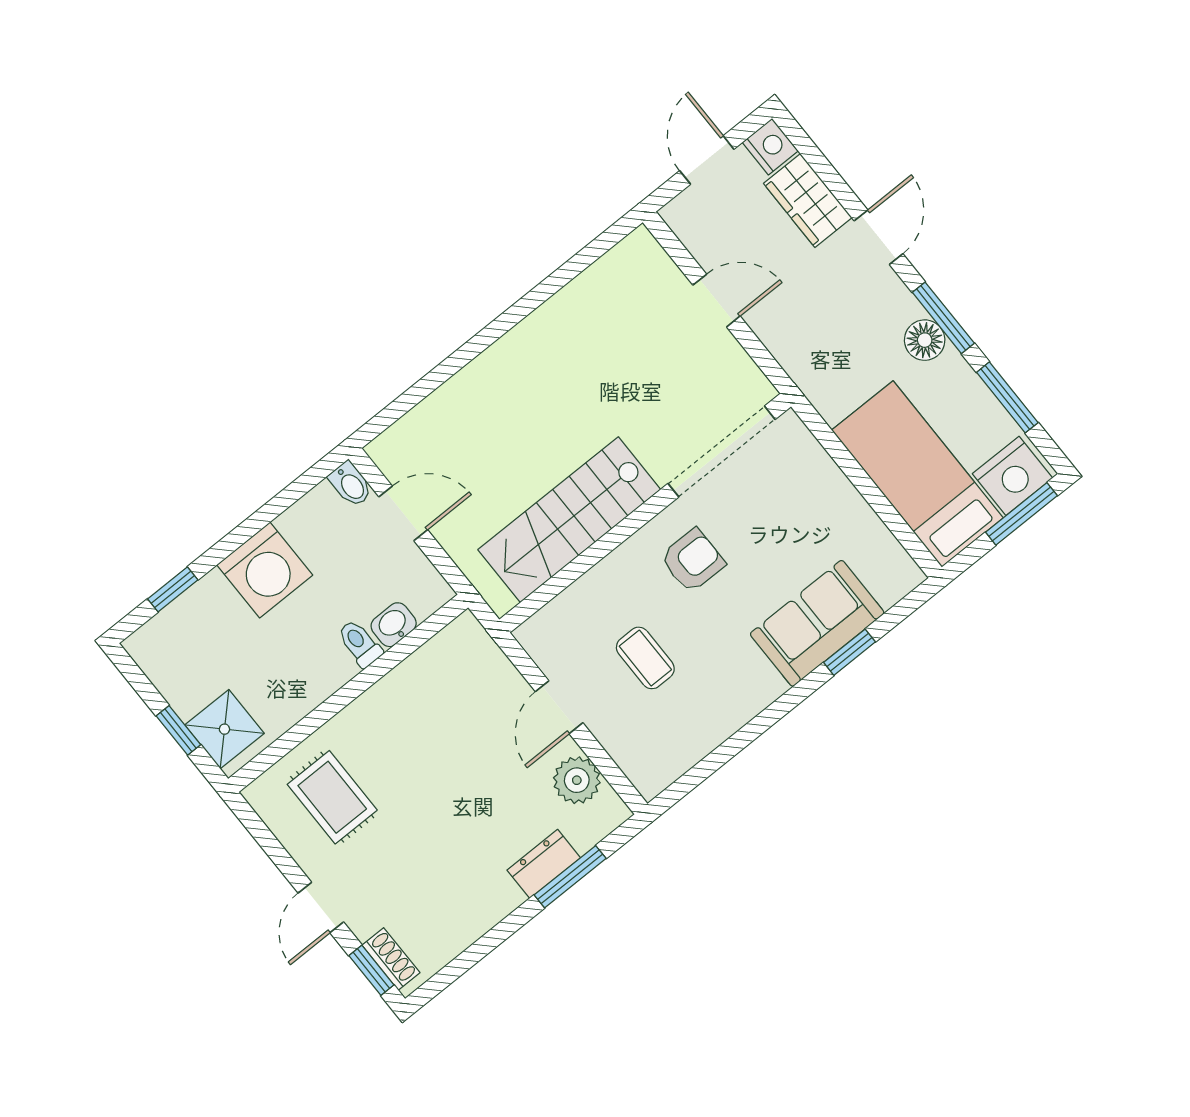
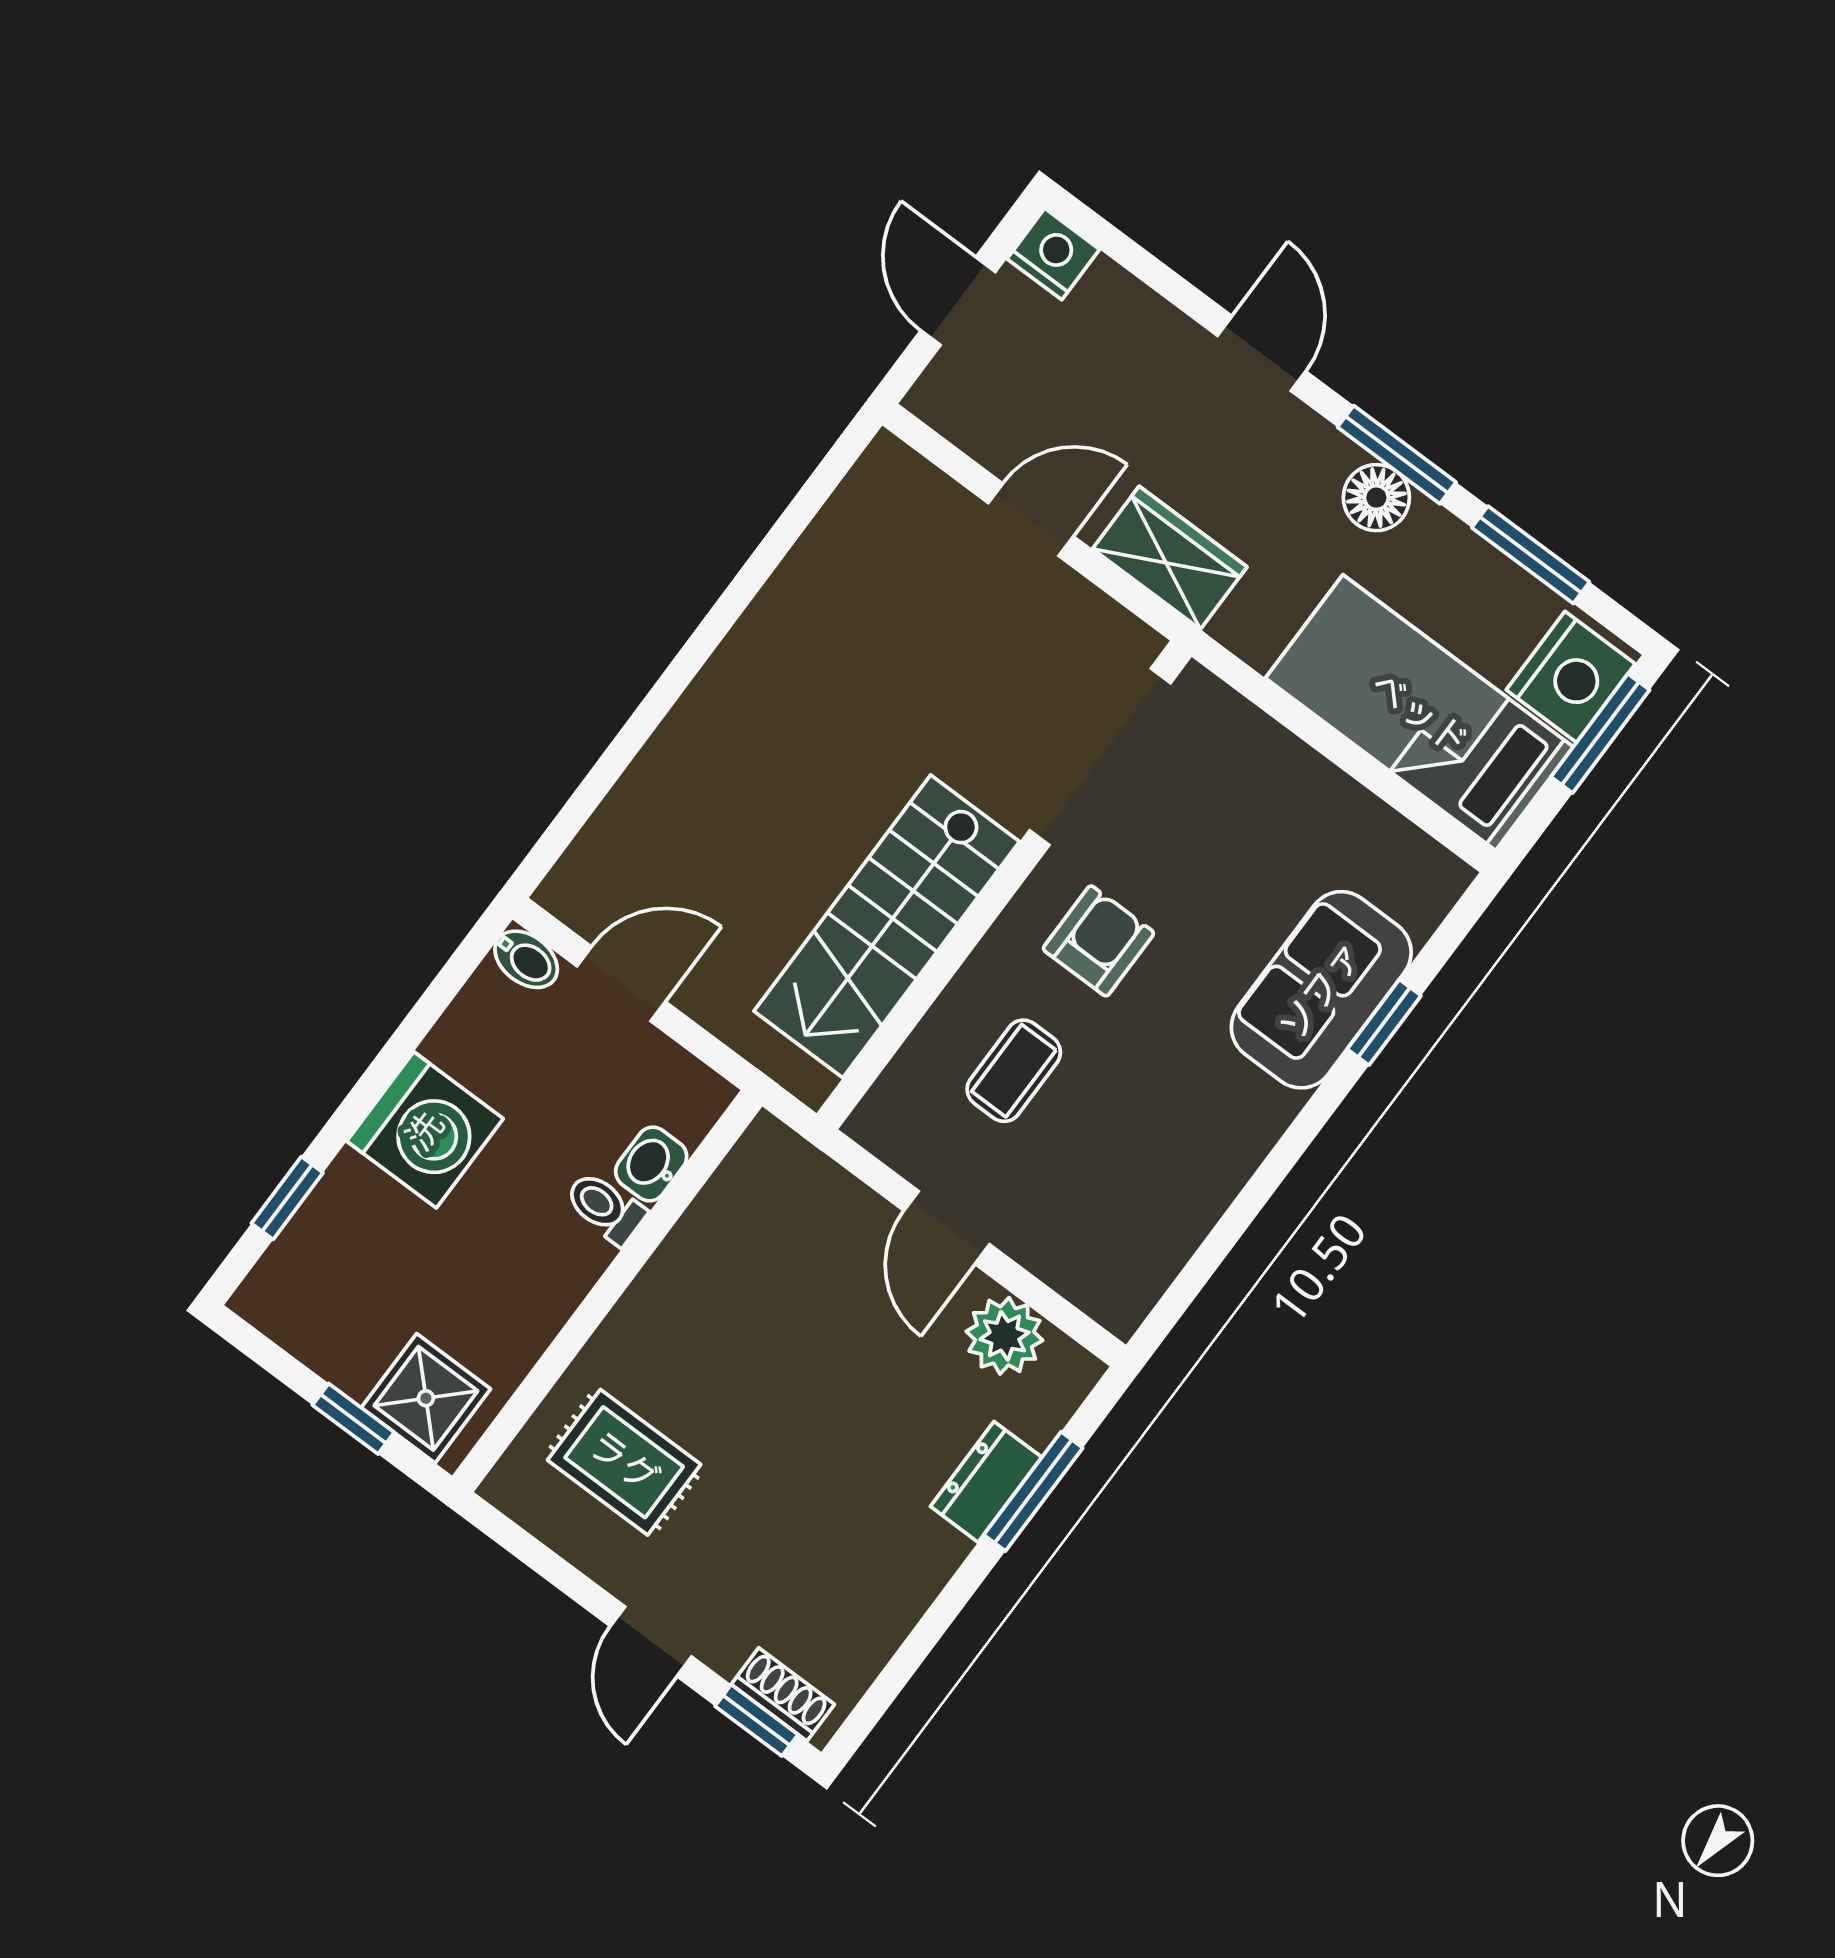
wardrobe: (808, 201) -> (1170, 558), moved, turned 180
coffee table: (645, 658) -> (1014, 1071), moved, turned 90

